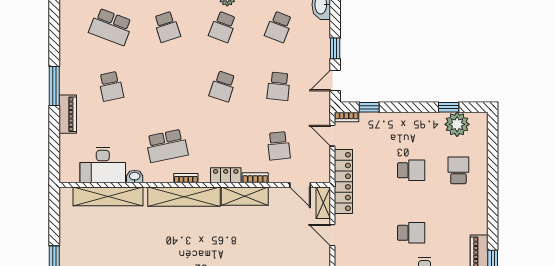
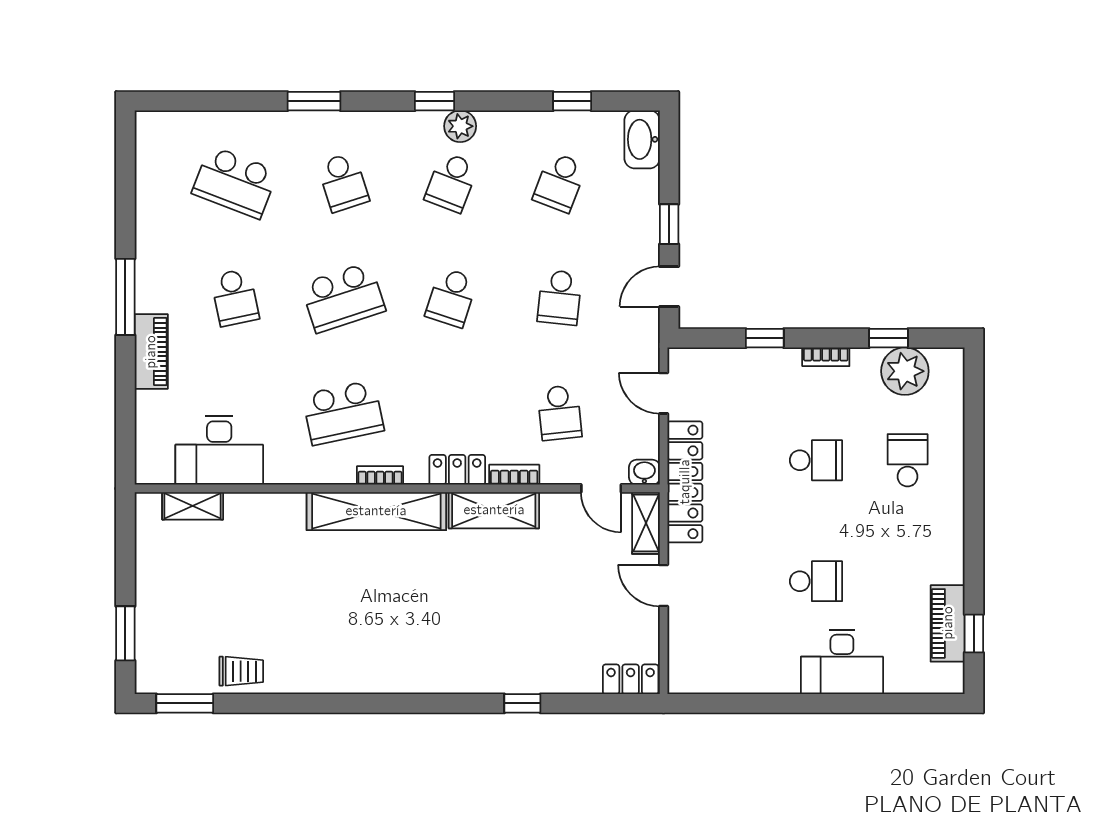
school desk: (167, 86) -> (343, 297), added
window: (369, 107) -> (765, 338), moved
bookcase: (346, 117) -> (826, 357), moved
washbasin: (135, 177) -> (644, 472), moved
shelving: (108, 196) -> (193, 506), width x0.45, depth x0.75

